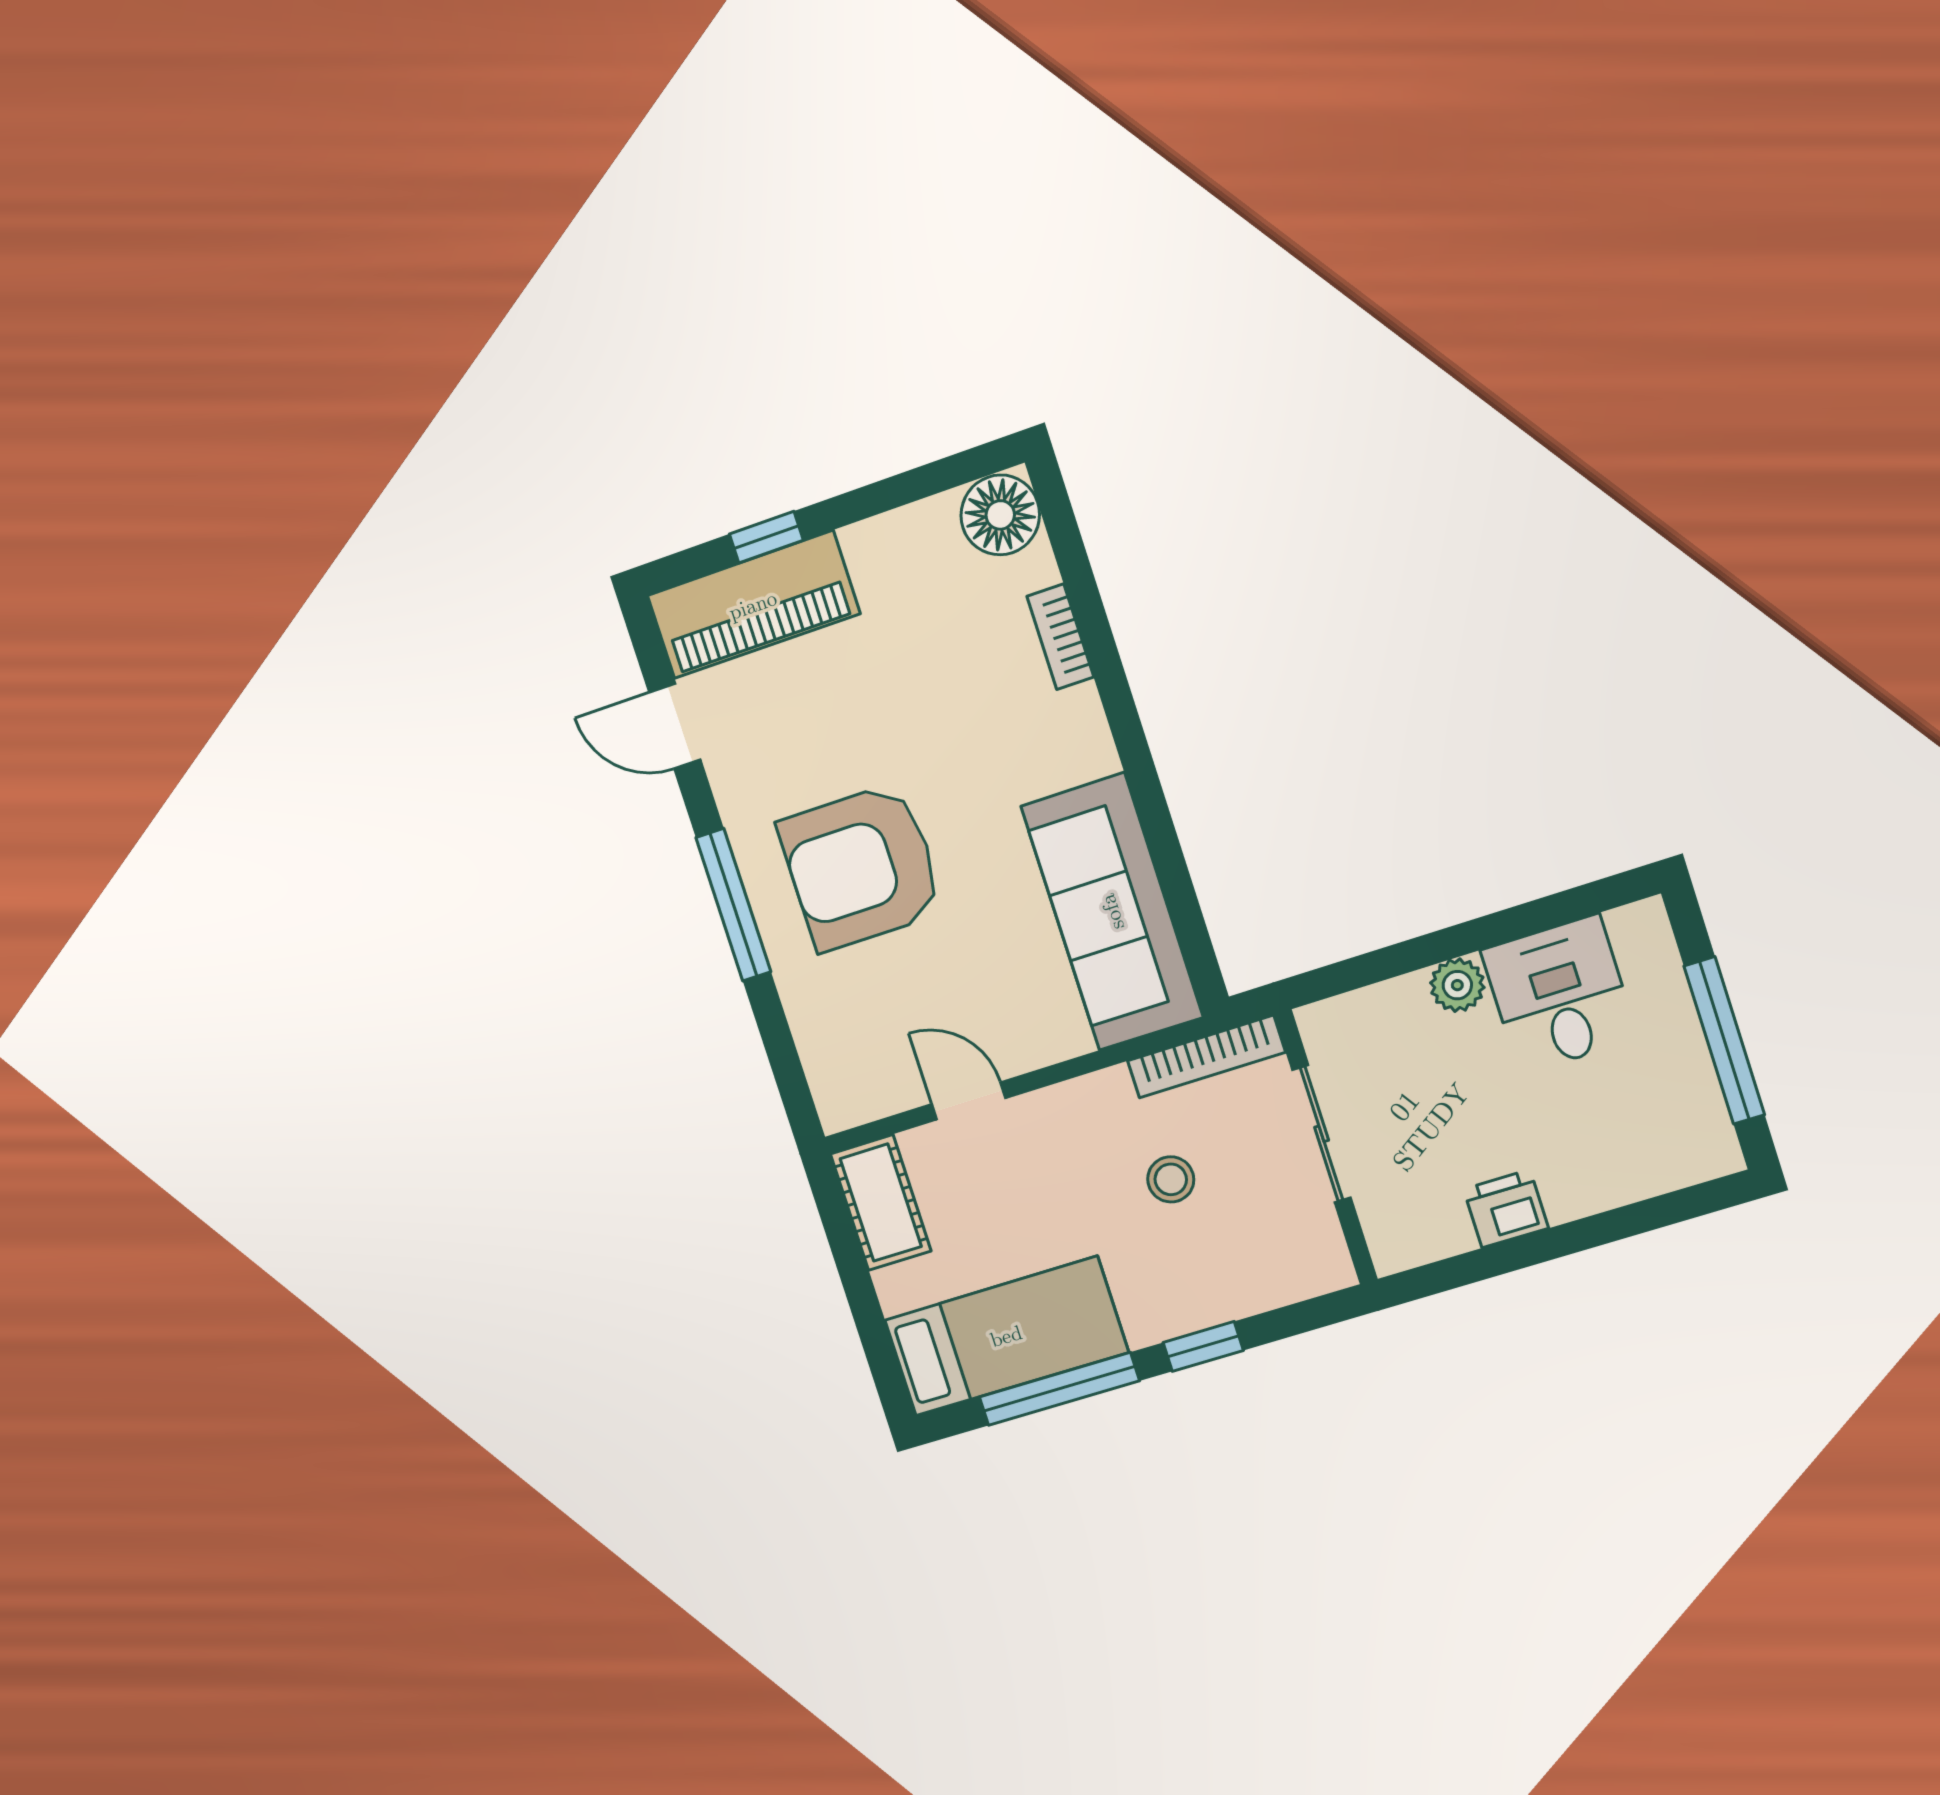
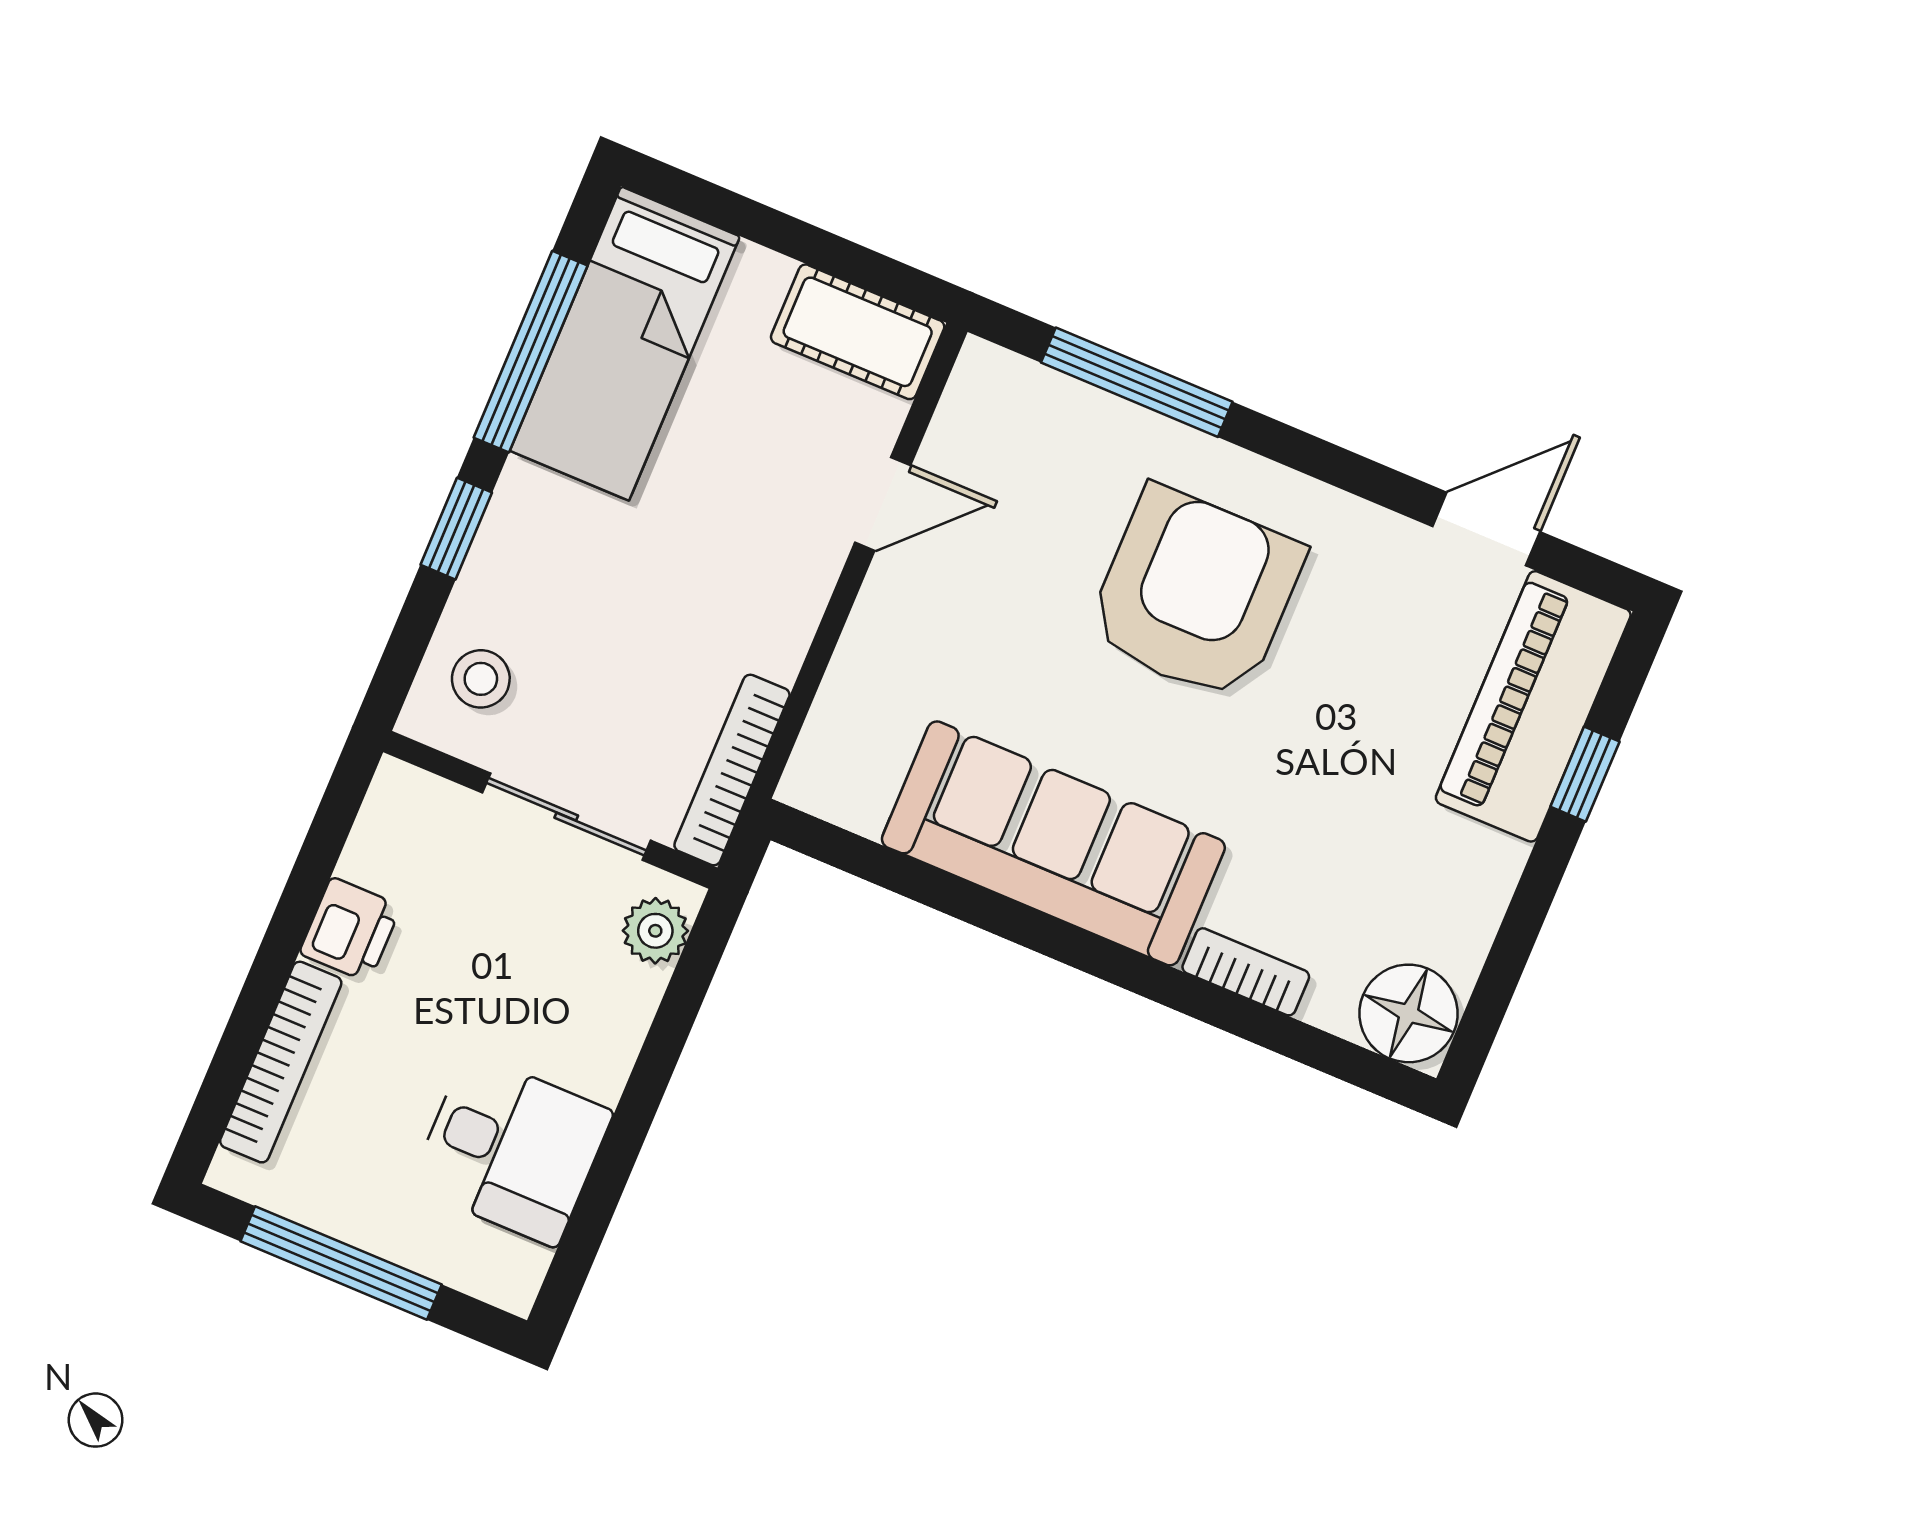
window: (733, 905) -> (1137, 382), moved
sofa: (1112, 912) -> (1053, 843), moved
plant: (1457, 985) -> (655, 931), moved
stool: (1171, 1179) -> (481, 679), moved
bookcase: (1627, 1183) -> (281, 1062), added

